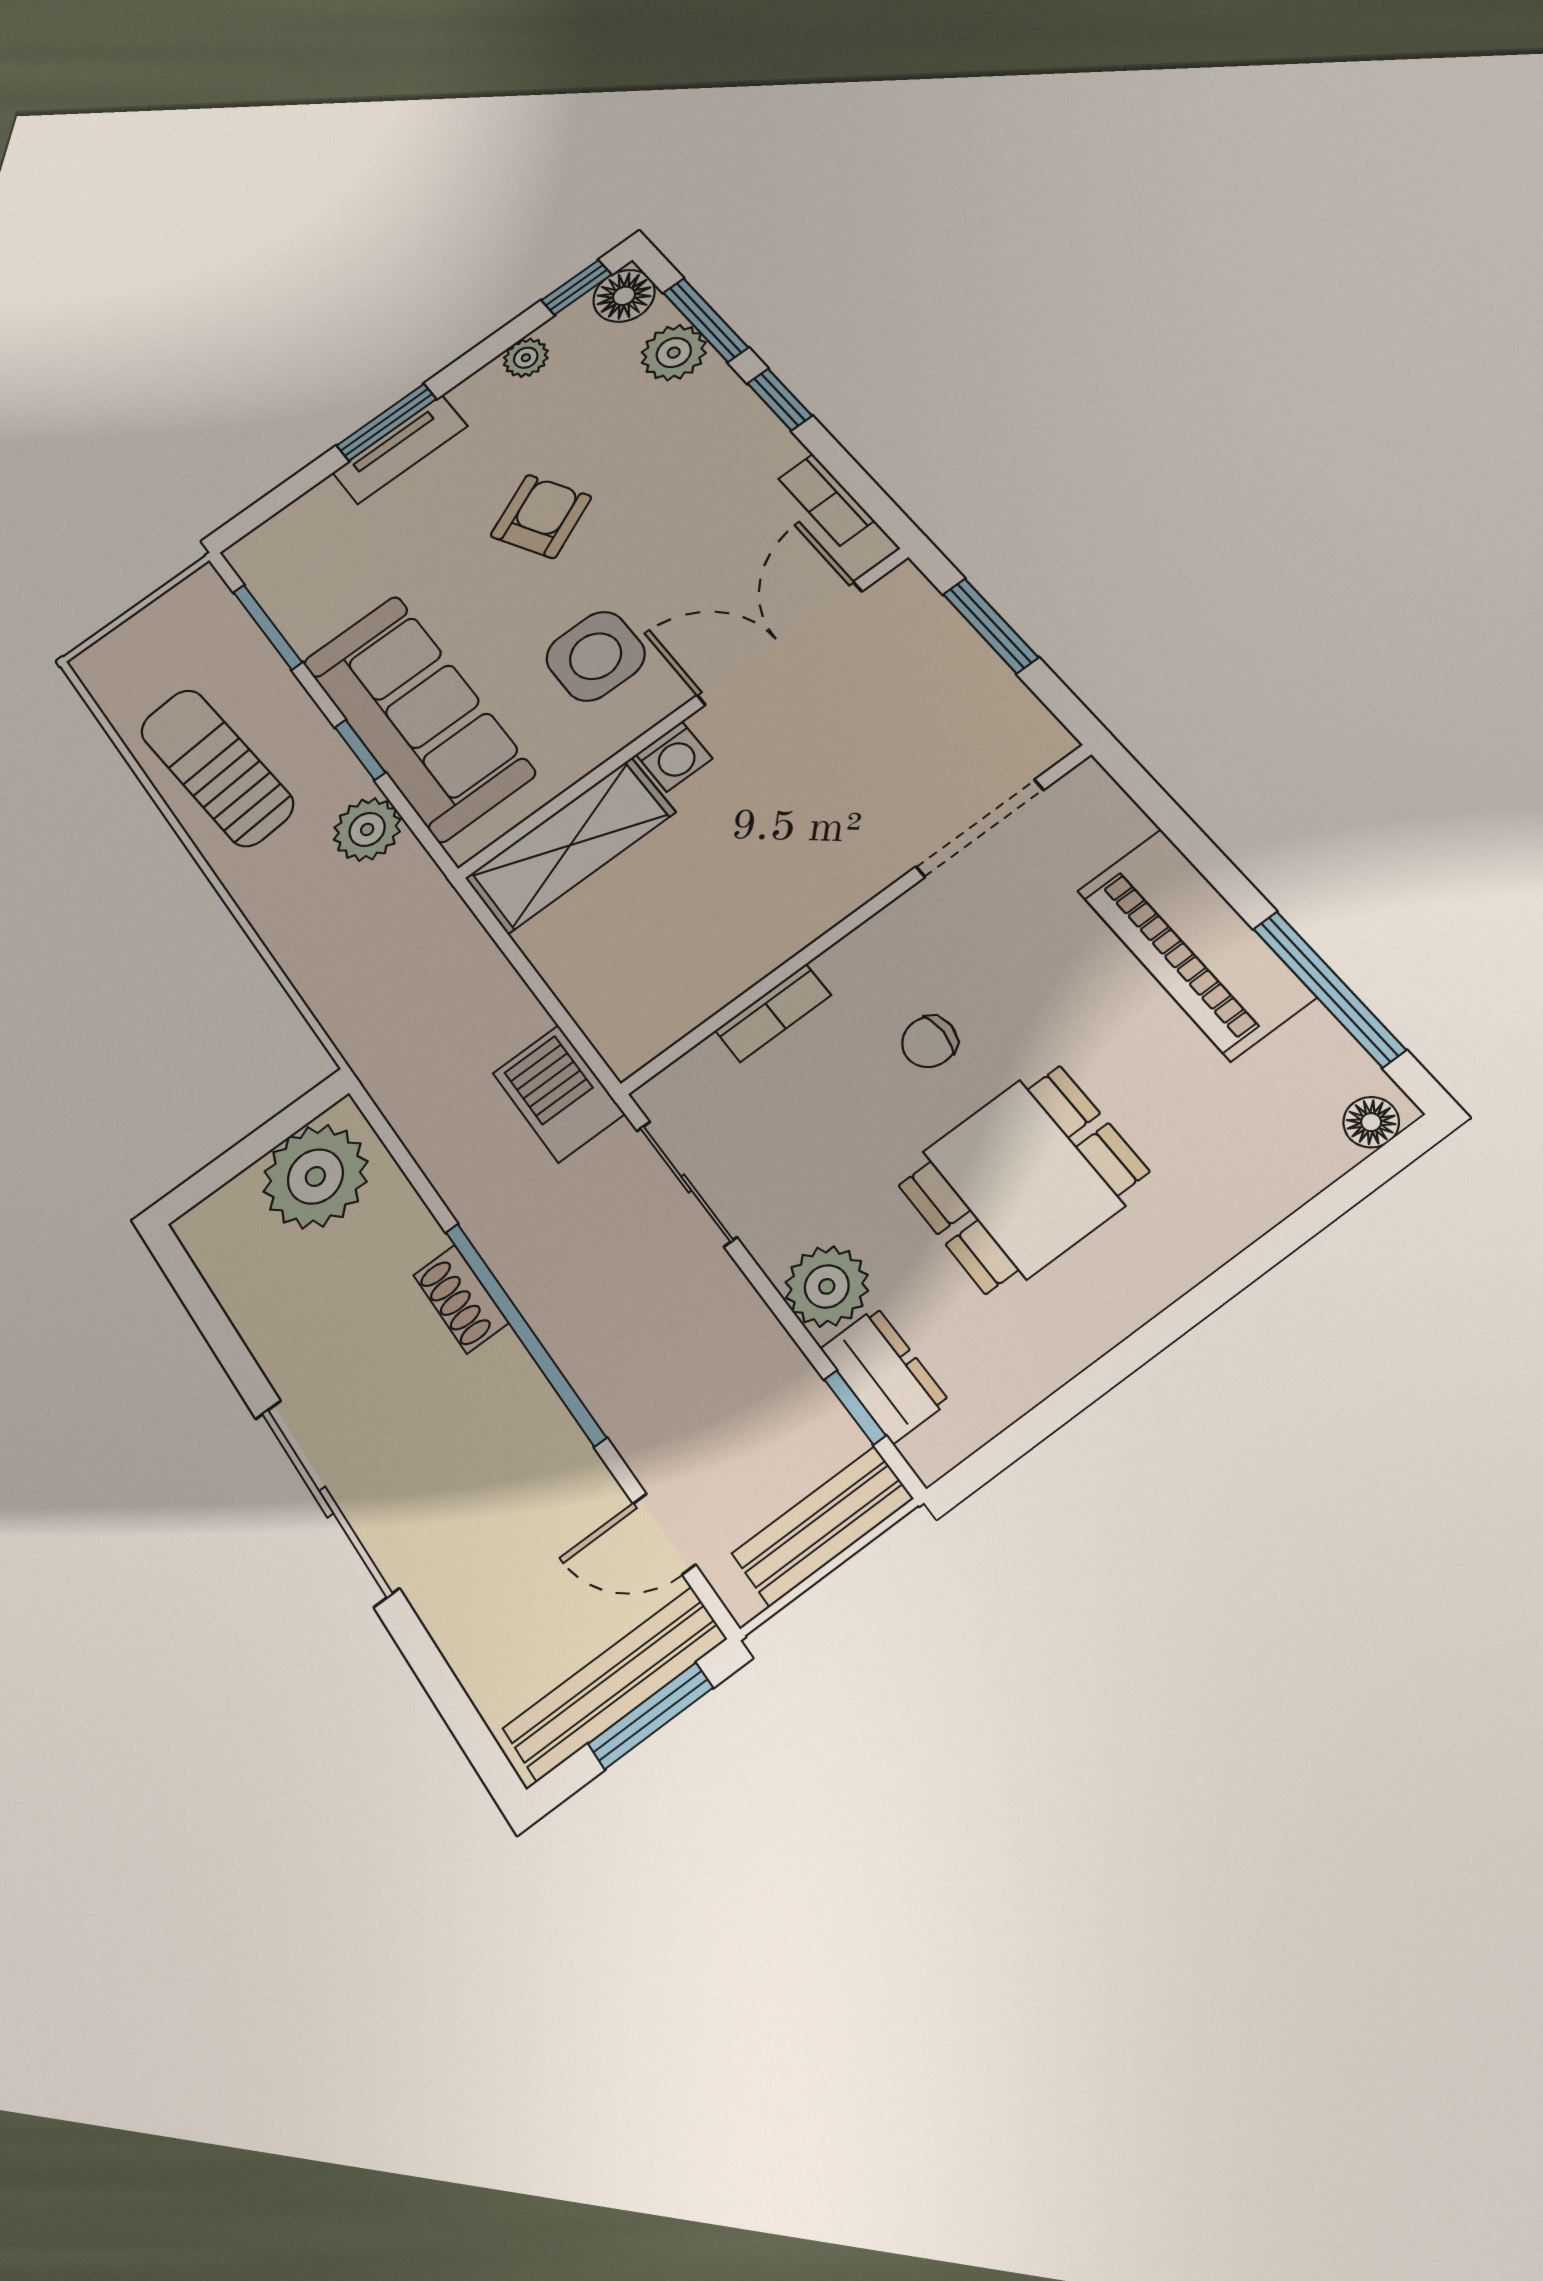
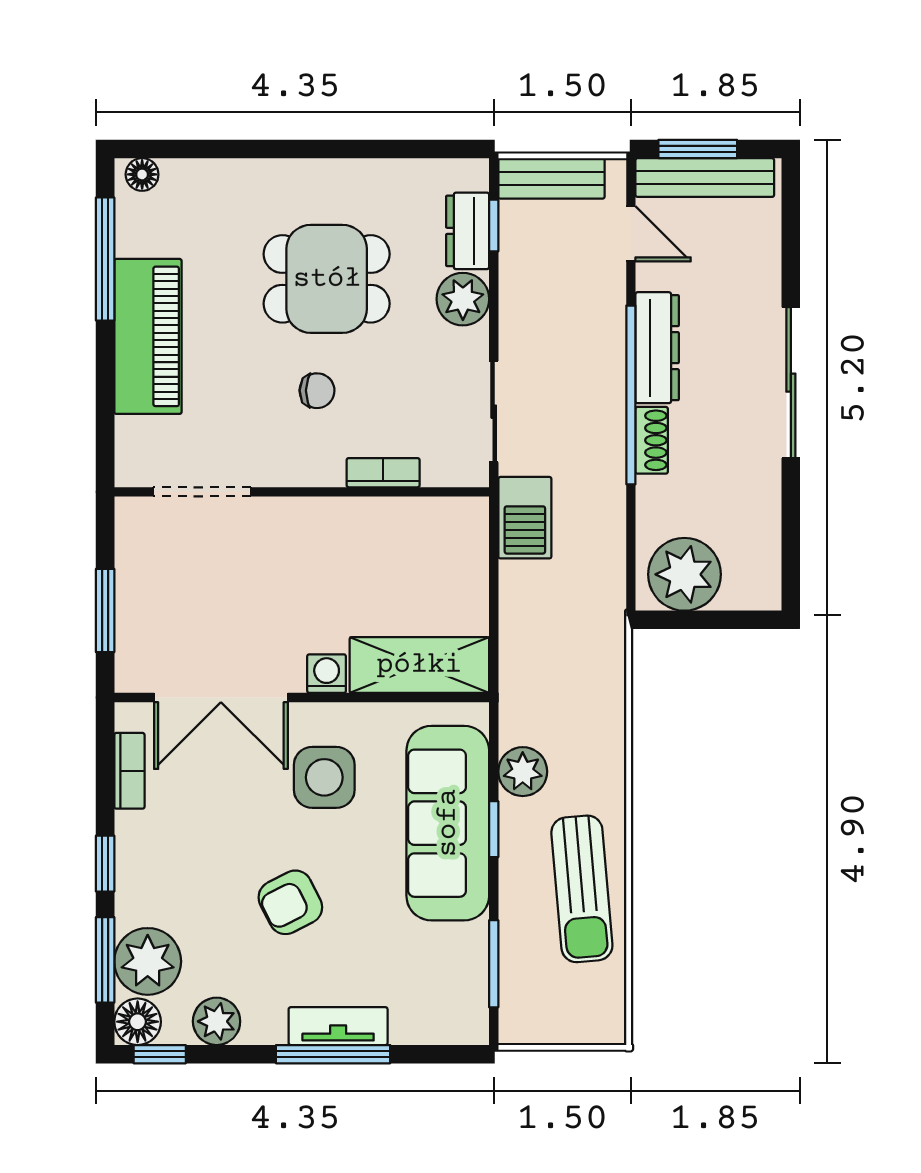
plant: (674, 353) -> (148, 961), width x1.36, depth x1.36
plant: (526, 358) -> (217, 1021), width x1.38, depth x1.38
window: (386, 422) -> (333, 1054), width x1.44
dresser: (530, 1416) -> (657, 348), added

